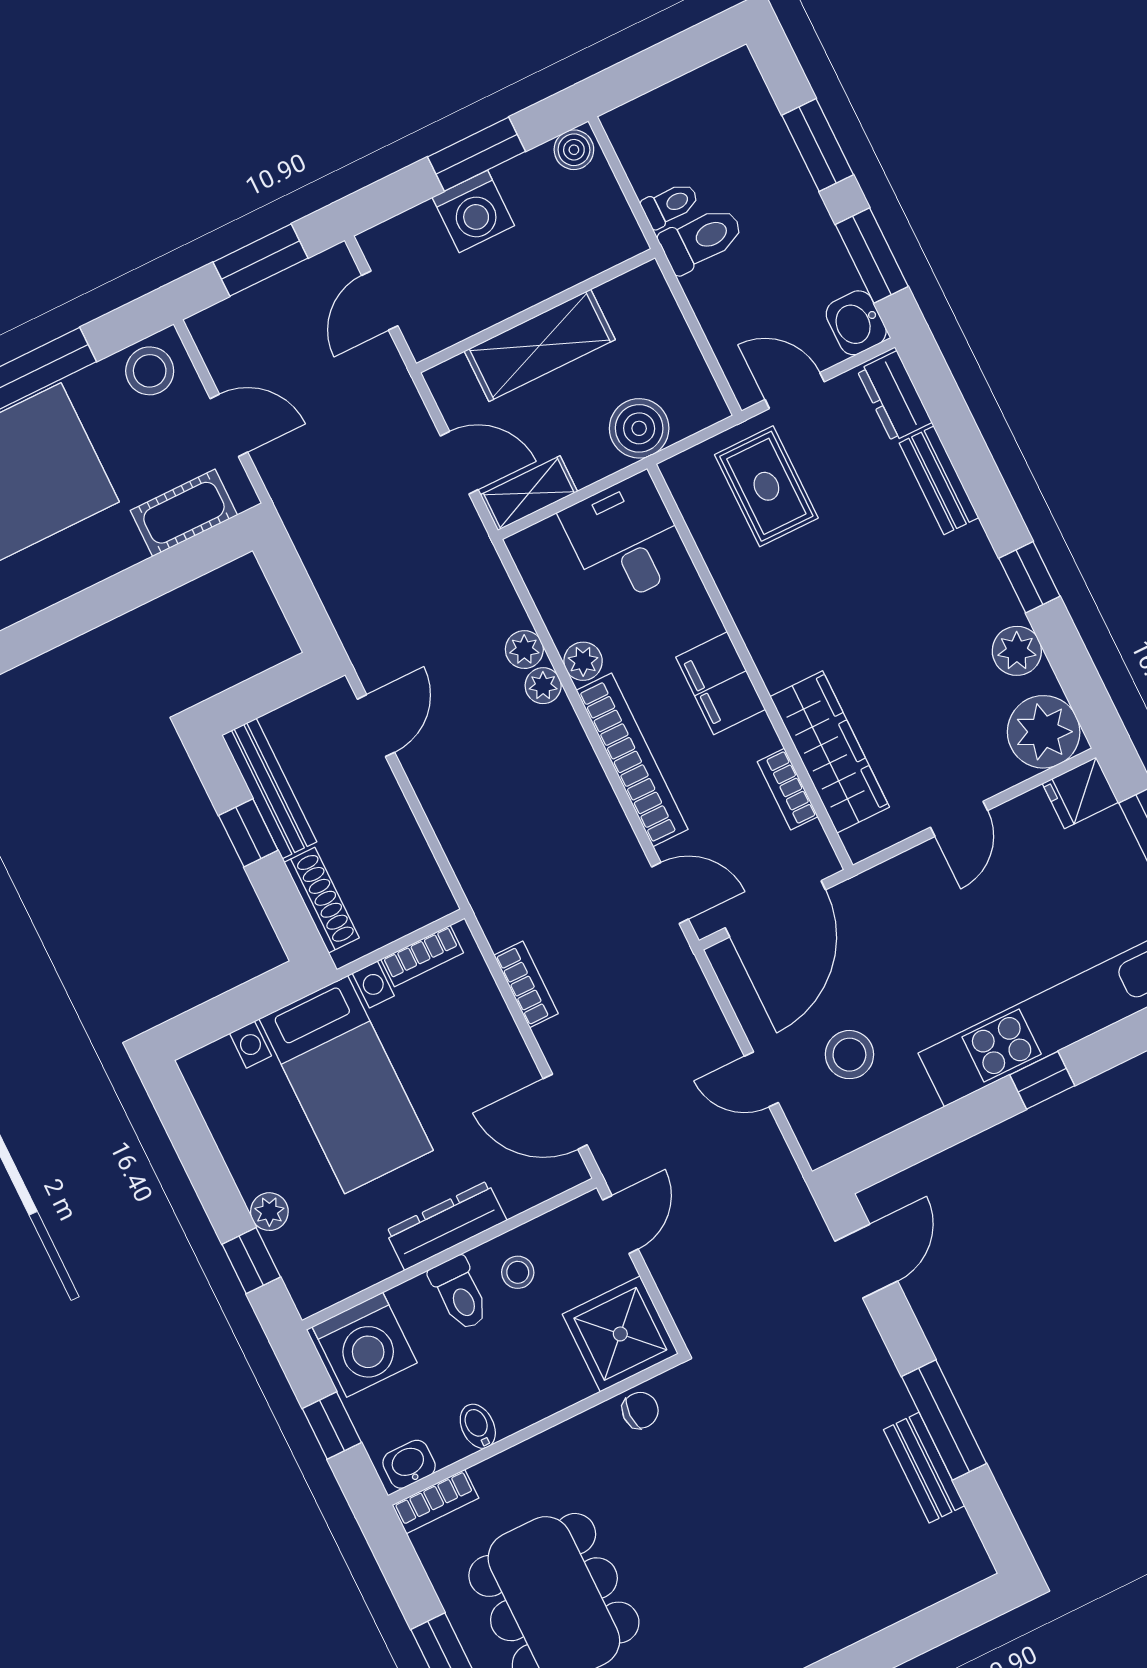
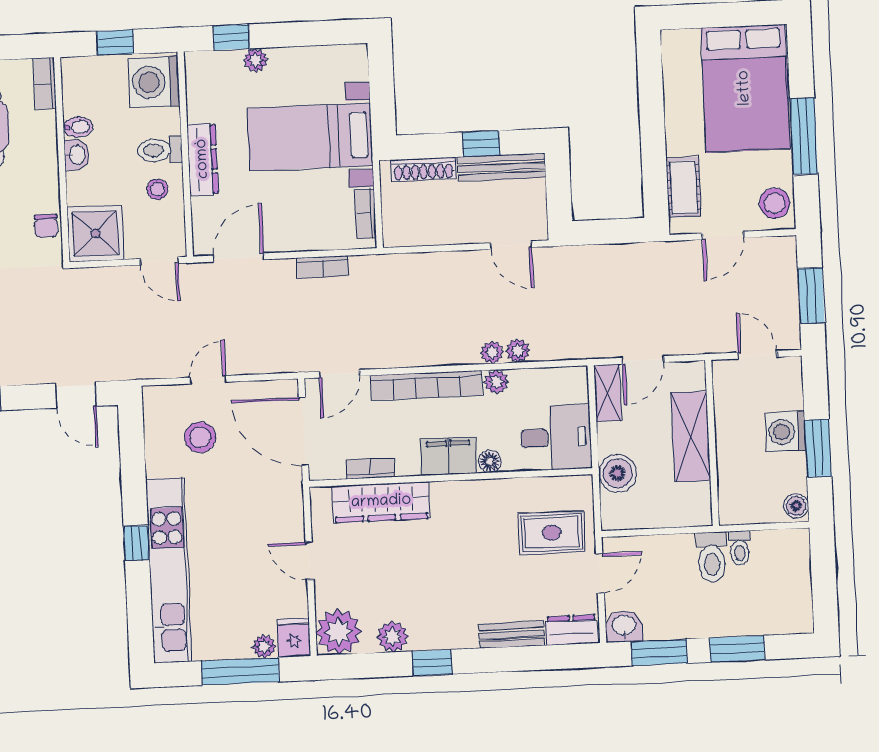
floor lamp: (702, 620) -> (490, 461), added
plant: (1112, 830) -> (264, 646), added
washbasin: (409, 1464) -> (77, 155), moved

